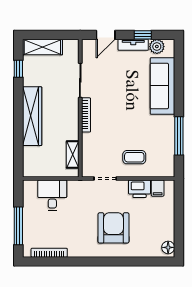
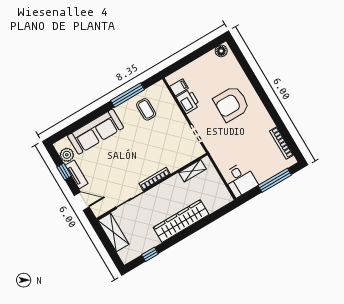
shelving: (42, 47) -> (113, 232), moved
coffee table: (134, 157) -> (146, 109), moved
desk: (52, 195) -> (240, 180), moved, turned -90

